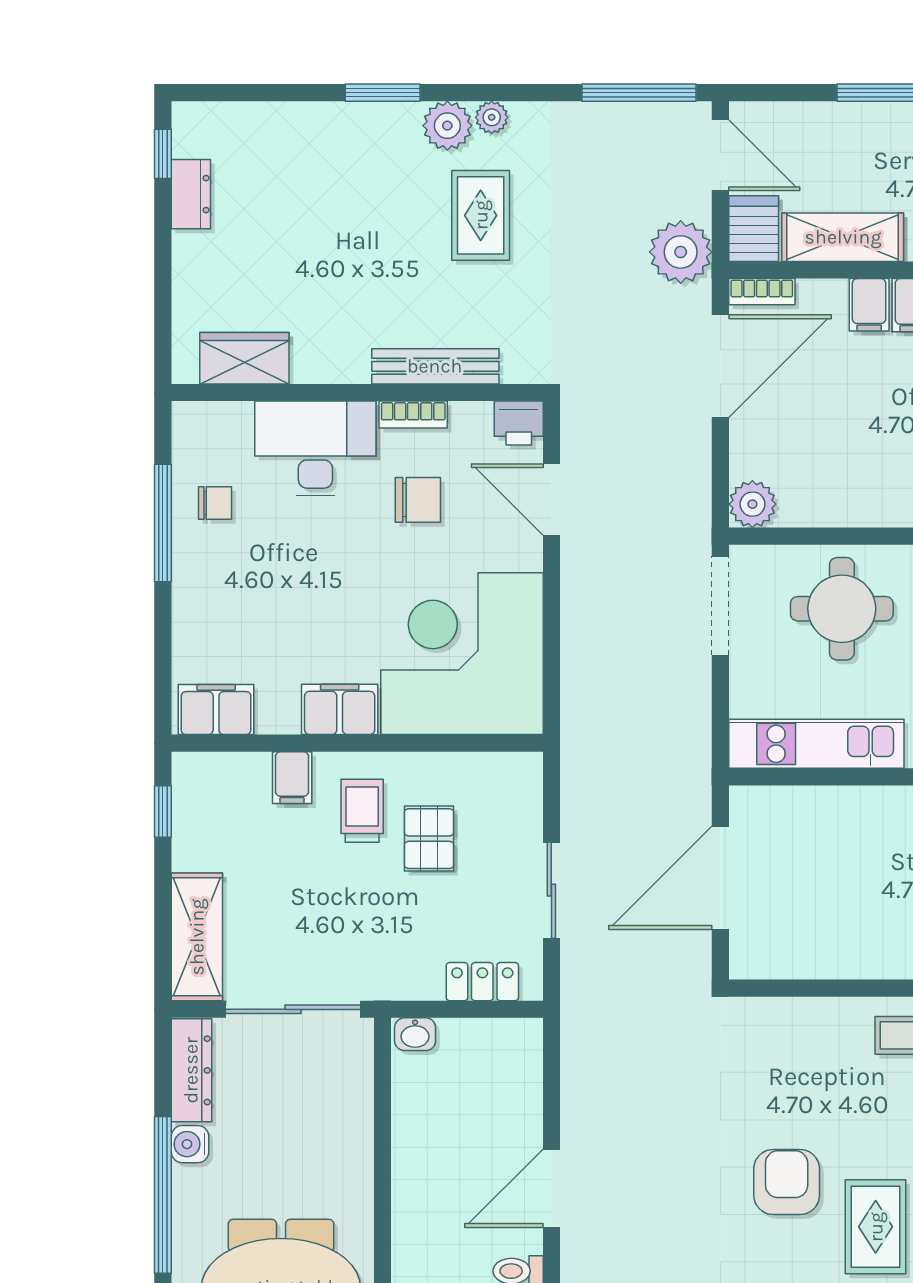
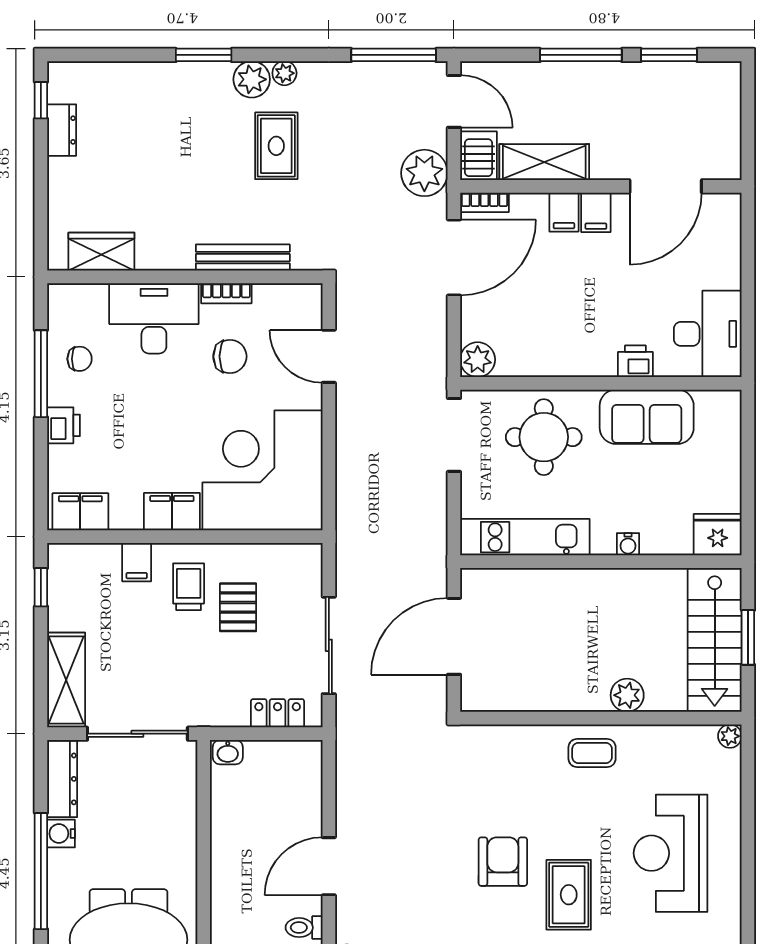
printer: (519, 423) -> (64, 425), moved, turned -90
sliding door: (551, 890) -> (329, 645), width x1.37

